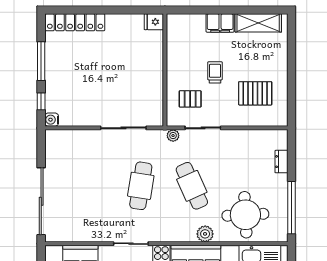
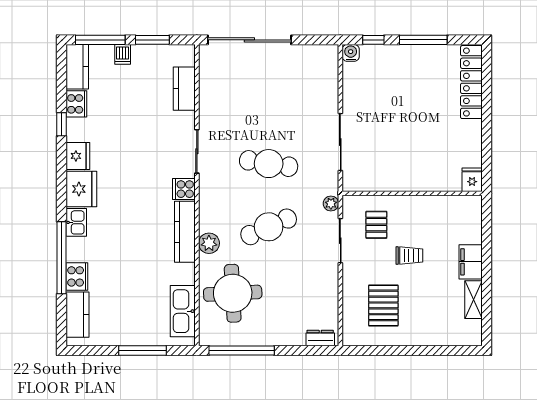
shelving: (258, 23) -> (473, 300), width x0.67, depth x0.75
dresser: (281, 162) -> (320, 338), moved

